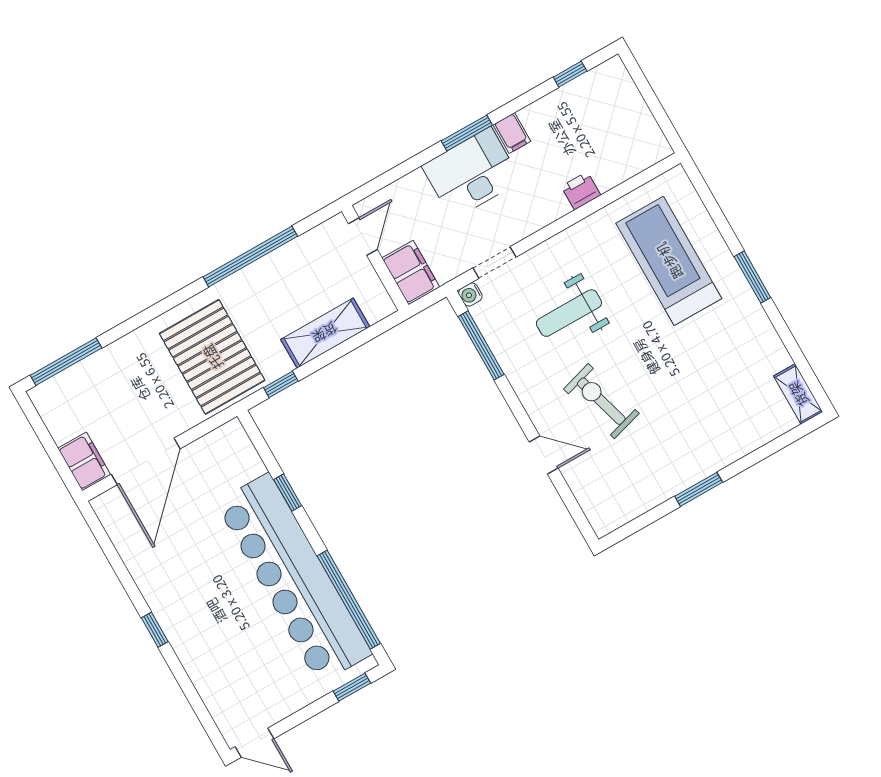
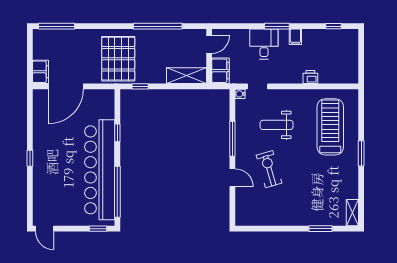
desk: (471, 173) -> (264, 44), width x0.73
shelving: (325, 333) -> (187, 76), moved
window: (481, 345) -> (232, 139), moved
window: (699, 489) -> (320, 229), moved

